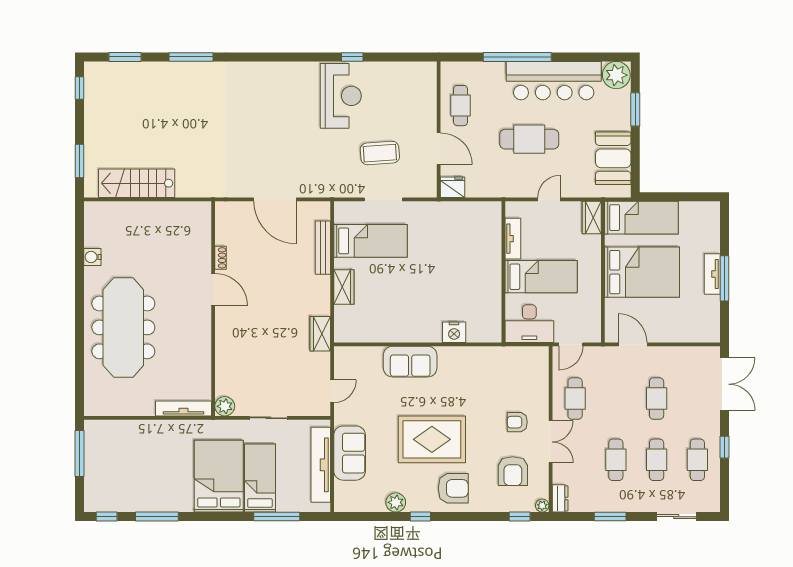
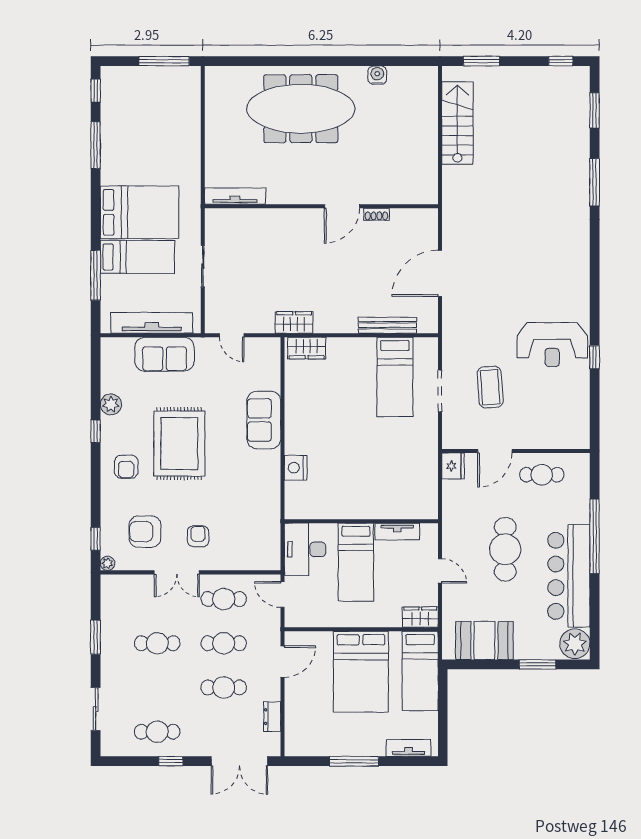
tv unit: (712, 274) -> (408, 748), moved
wardrobe: (344, 287) -> (307, 348), moved
plant: (225, 406) -> (215, 219), removed
tv unit: (184, 408) -> (235, 196), moved, turned -90
cafe table: (657, 460) -> (224, 643), moved
armchair: (453, 488) -> (126, 467), width x0.72, depth x0.72
dresser: (560, 498) -> (272, 717), moved, turned 90

